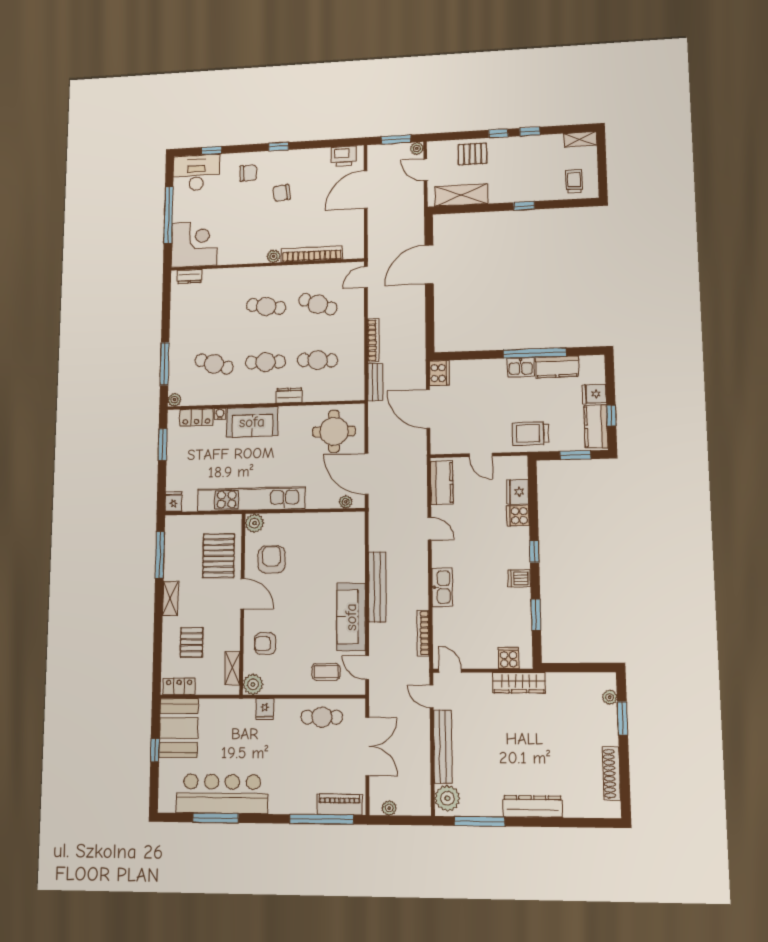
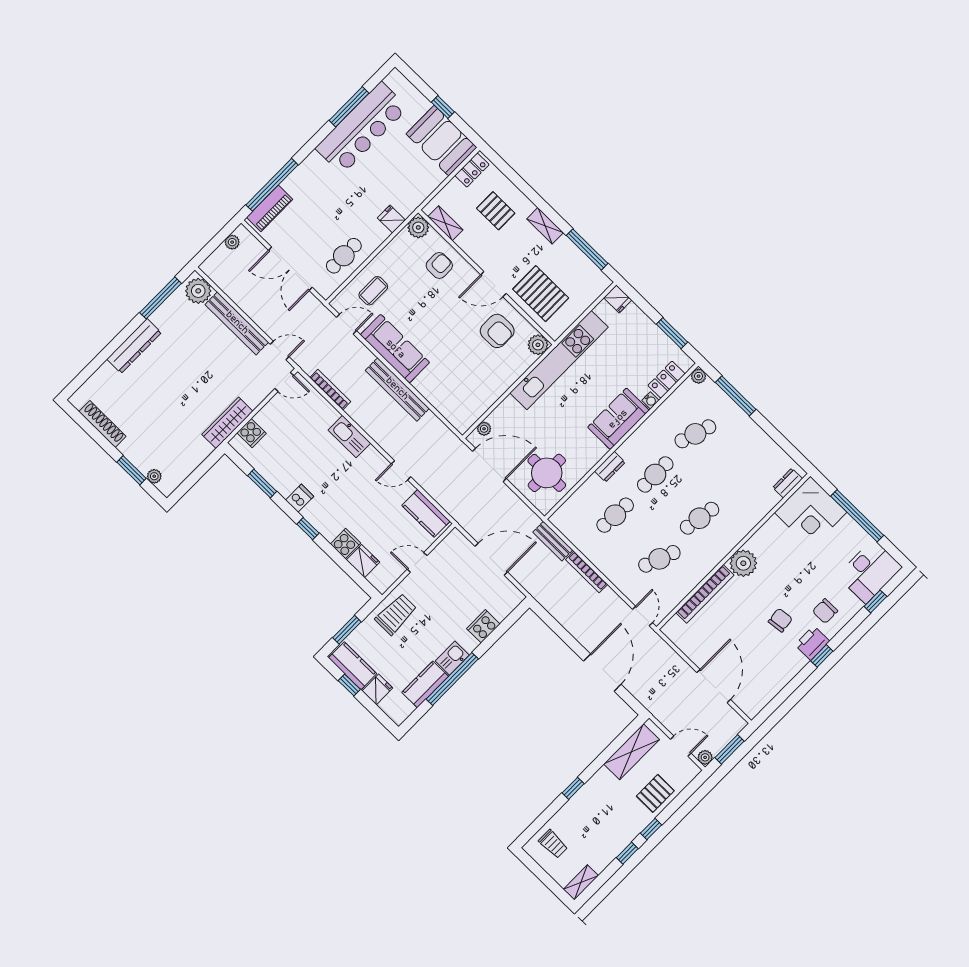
printer: (344, 156) -> (812, 643), moved
plant: (274, 256) -> (743, 563), width x1.88, depth x1.88
cooker: (439, 373) -> (483, 626), moved, turned 90

